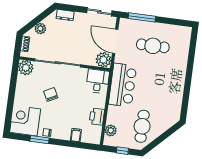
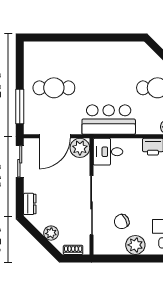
cafe table: (153, 46) -> (54, 88), turned 90
plant: (26, 68) -> (135, 245), moved
chair: (51, 95) -> (122, 222), moved

